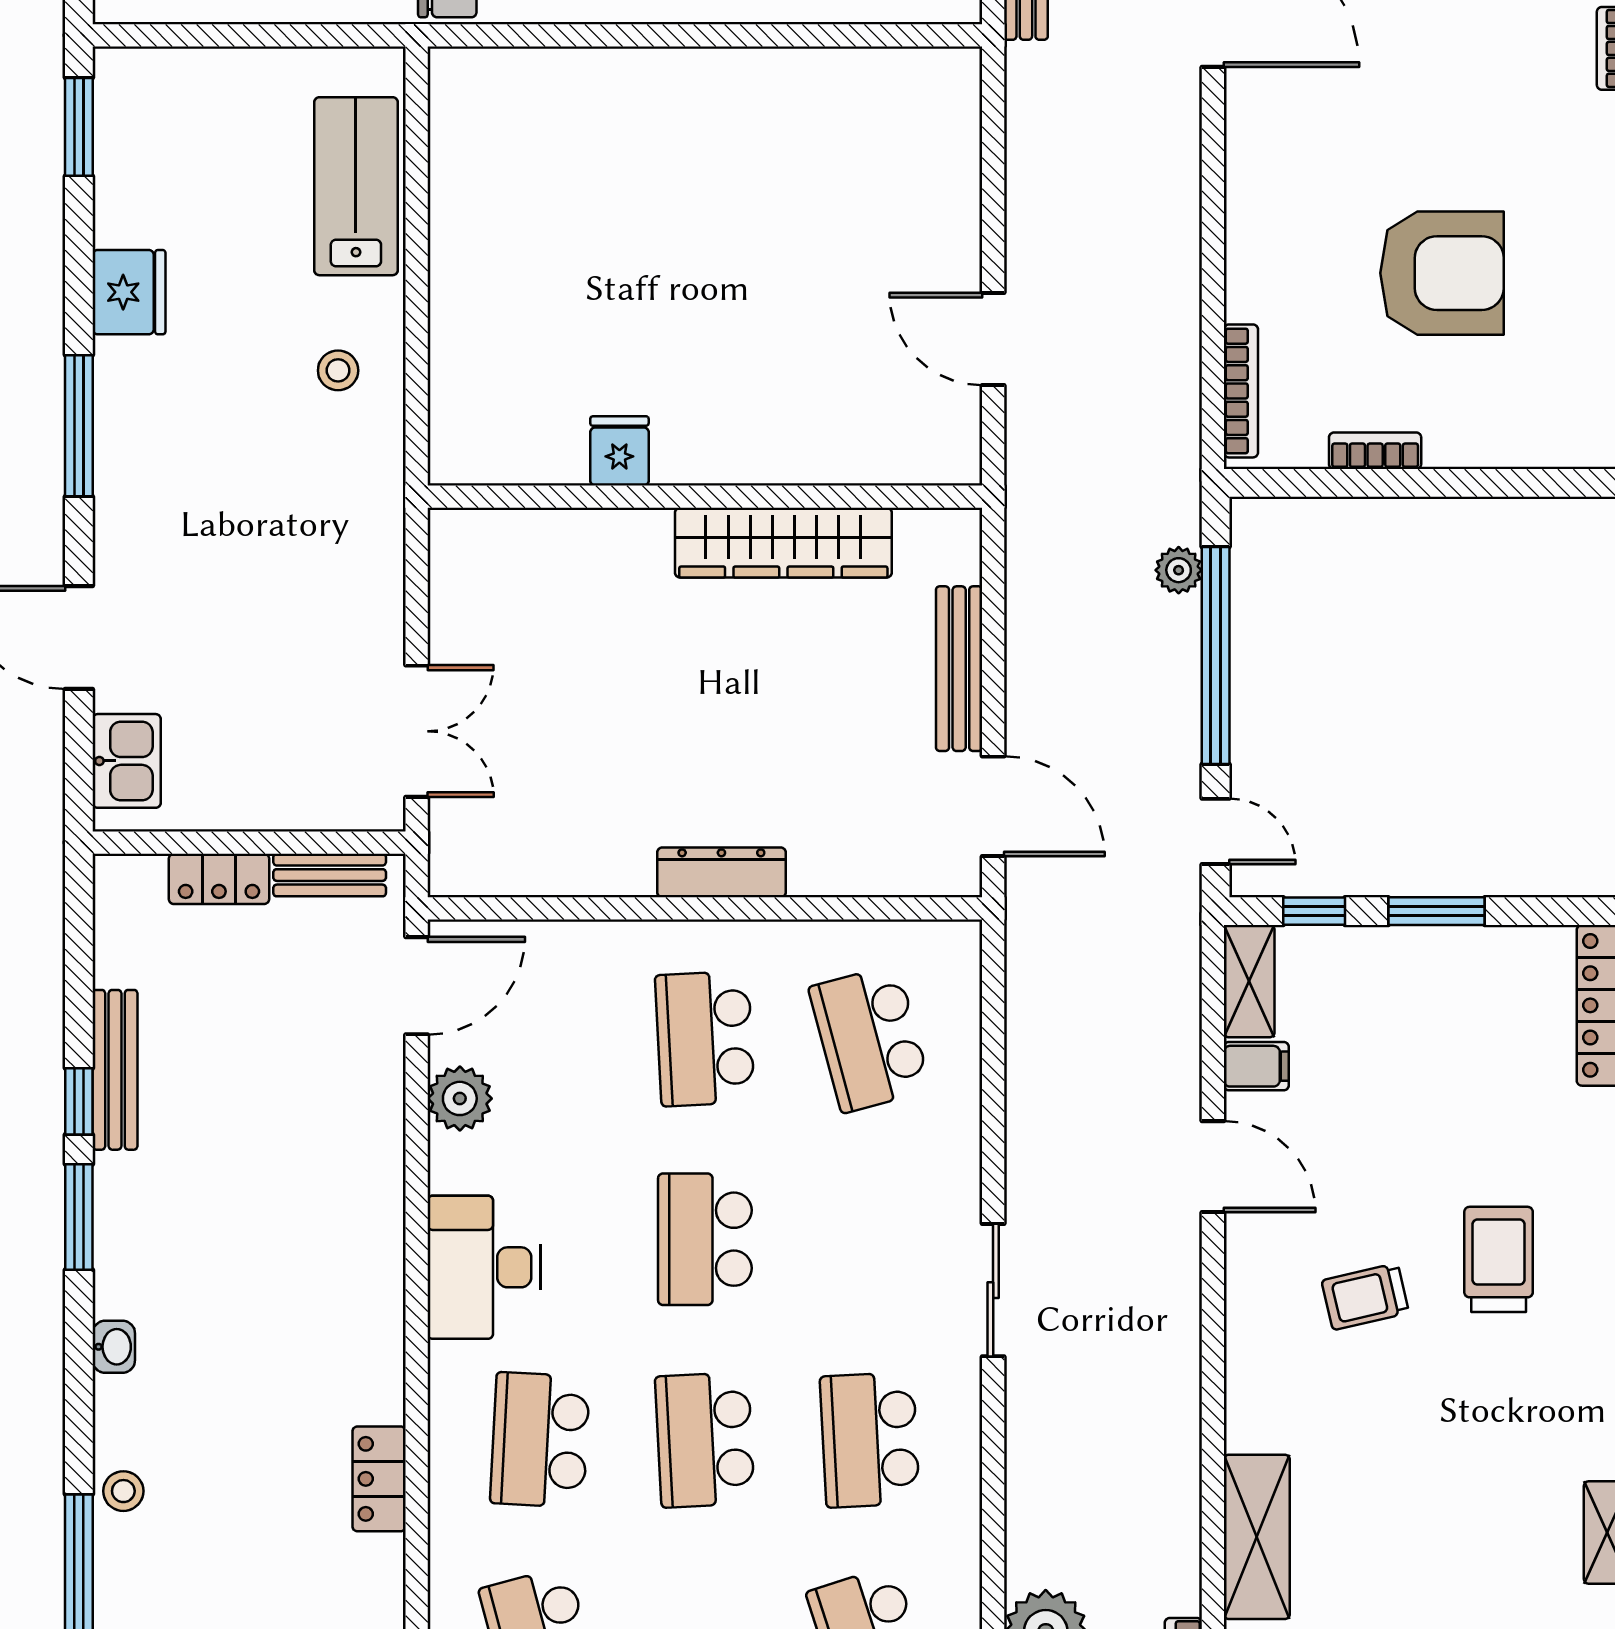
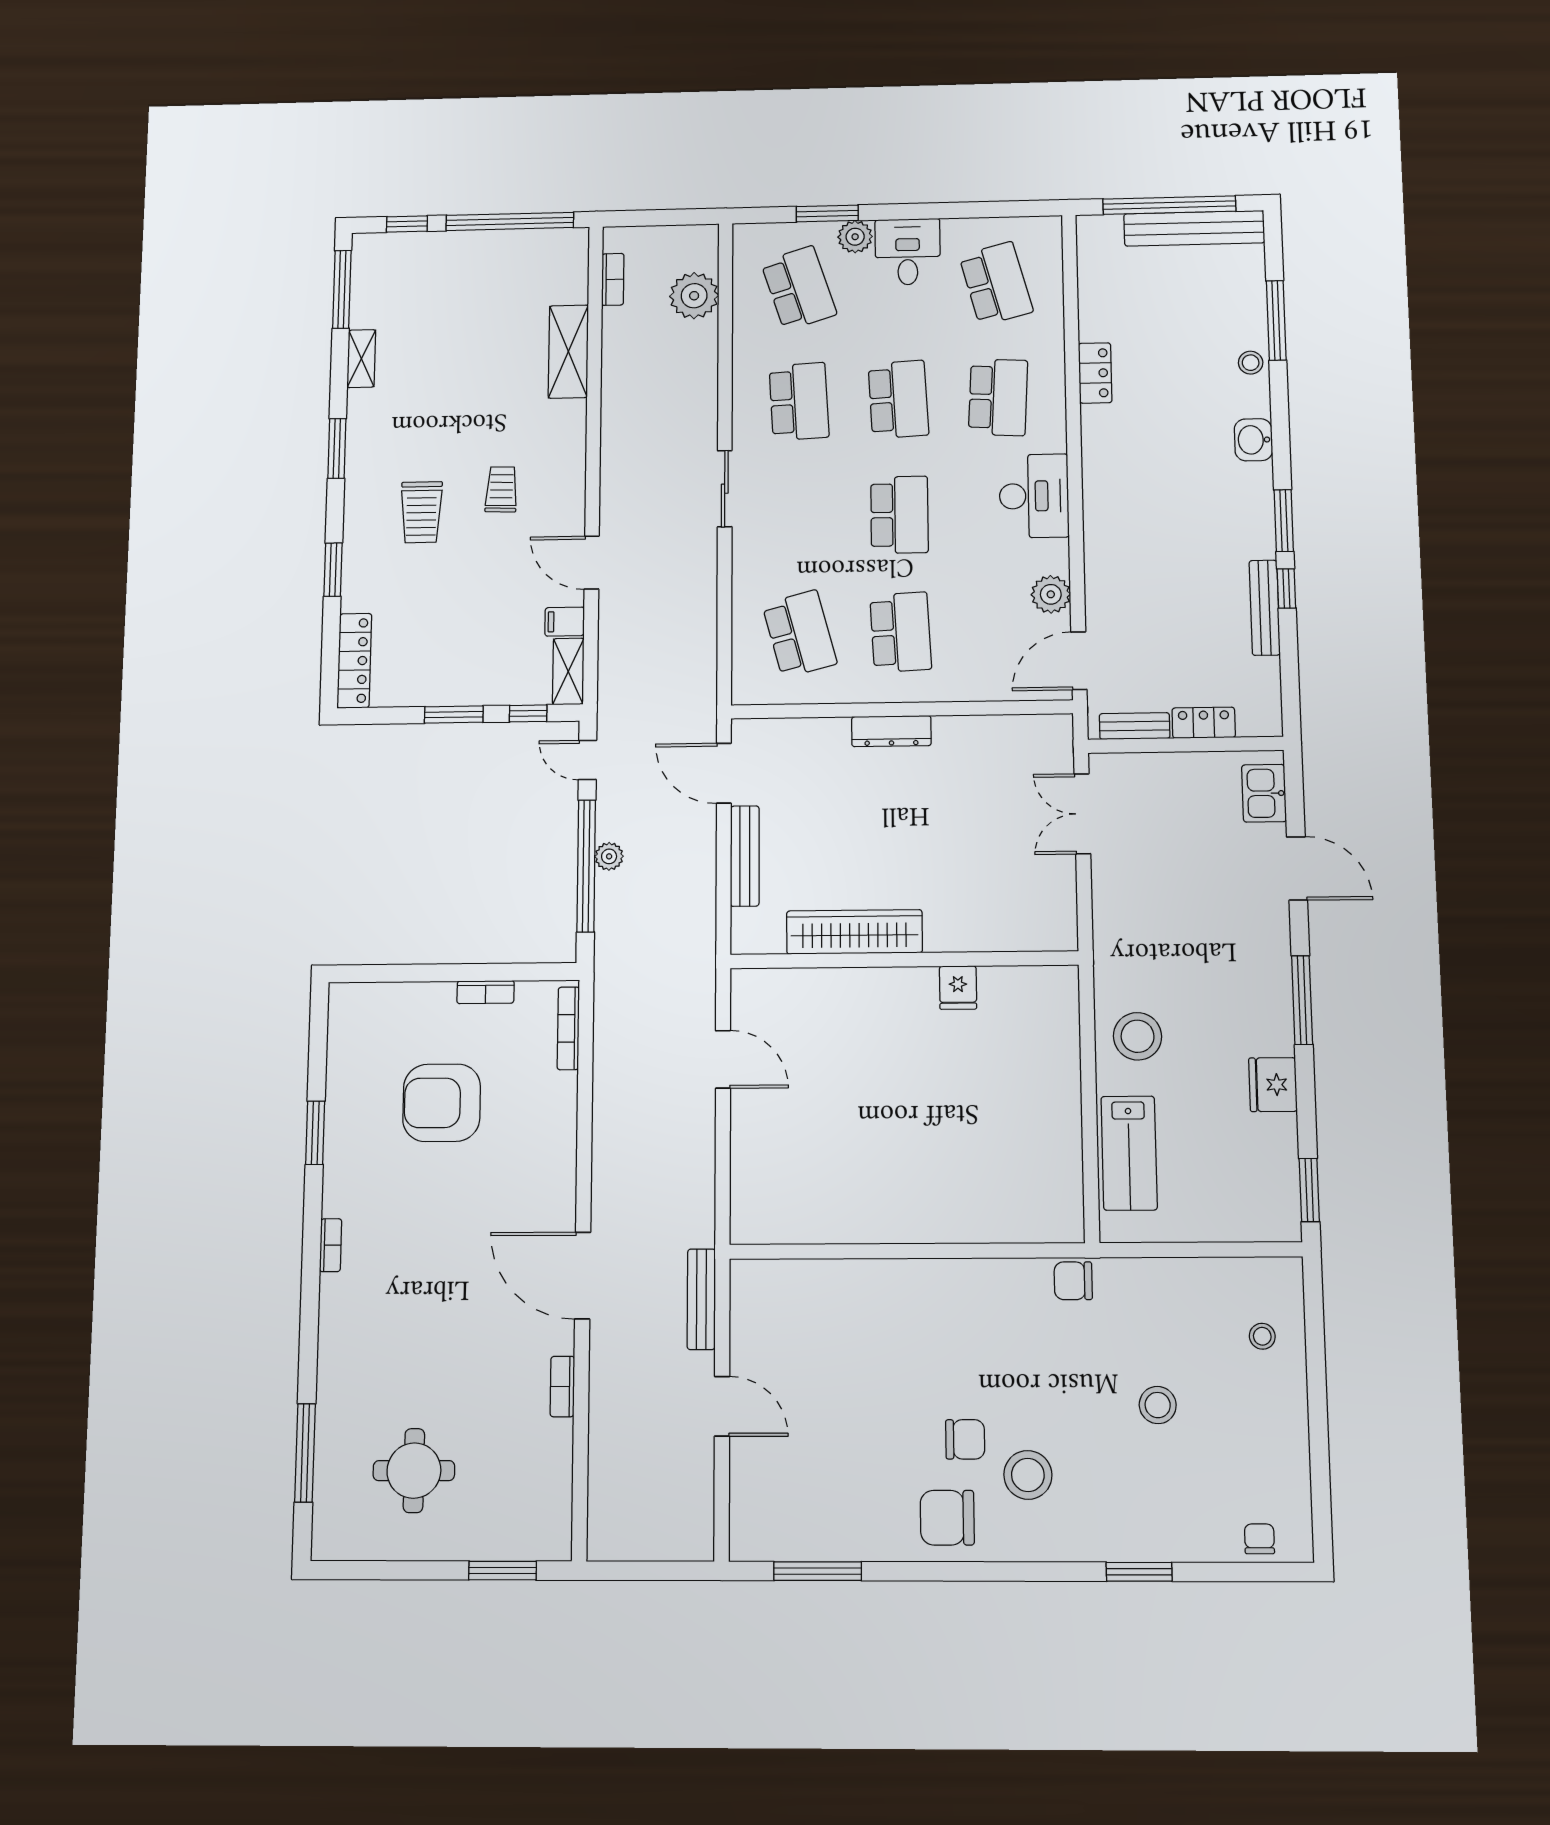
stool: (338, 370) -> (1138, 1036), width x1.89, depth x1.89
plant: (1179, 570) -> (609, 856), moved
trolley: (1365, 1297) -> (501, 489), turned -75
washbasin: (114, 1347) -> (1253, 440), width x1.38, depth x1.45

